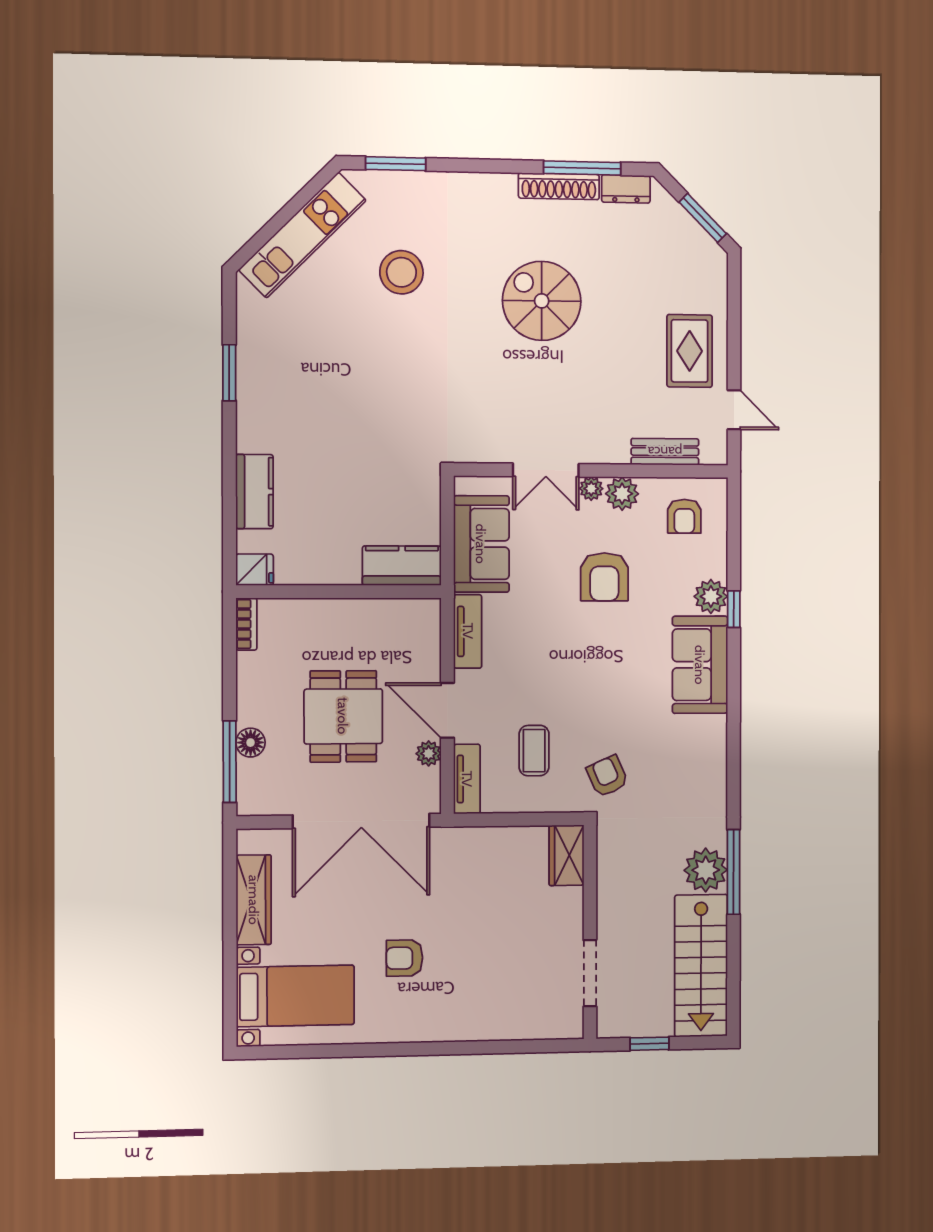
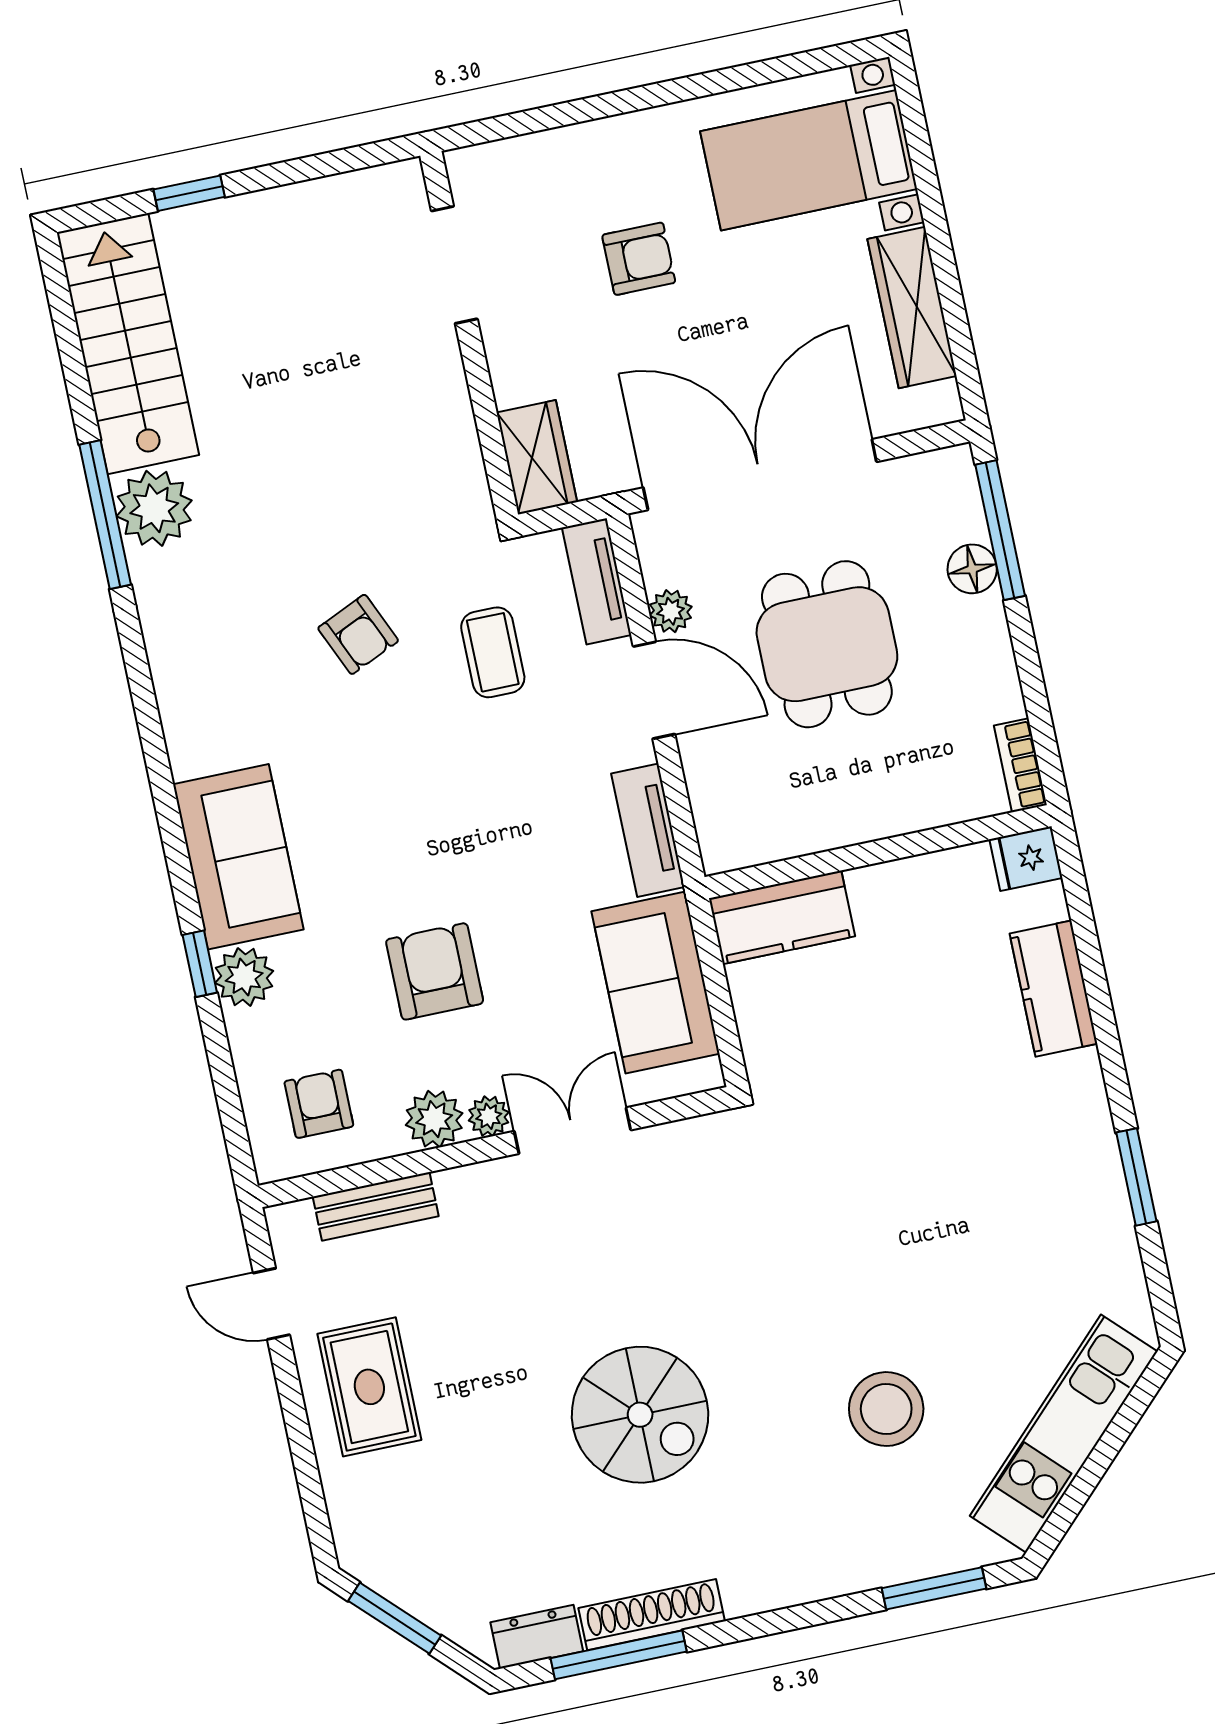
wardrobe: (567, 855) -> (537, 457), moved
wall: (590, 932) -> (469, 335), moved
doorway: (590, 973) -> (454, 265), moved

